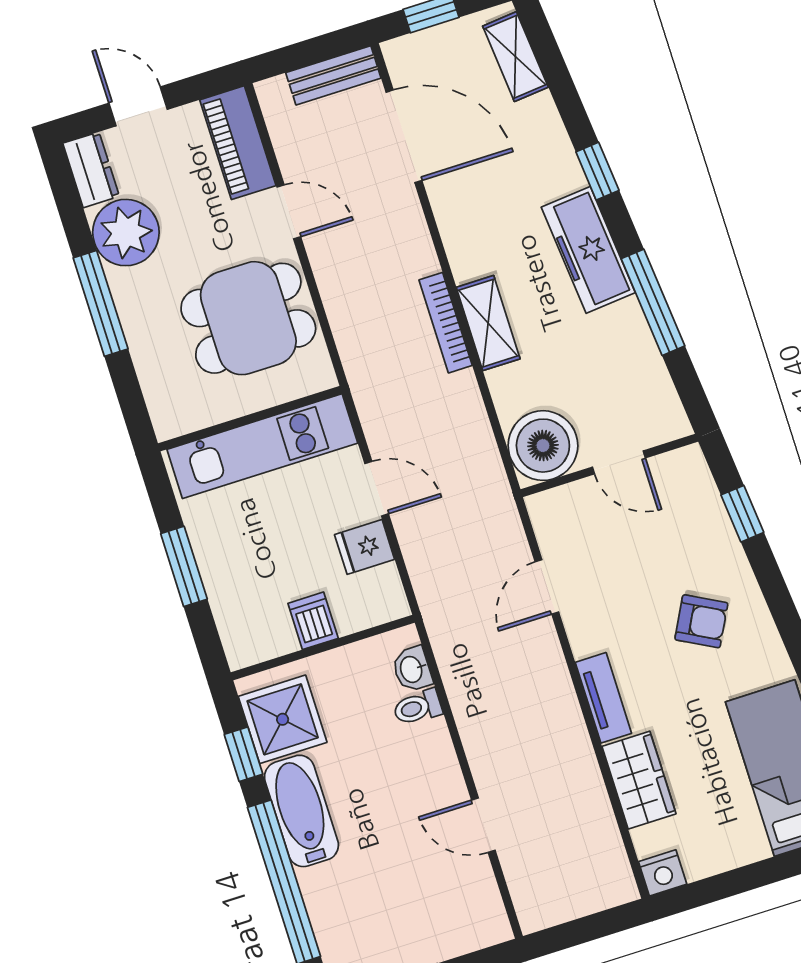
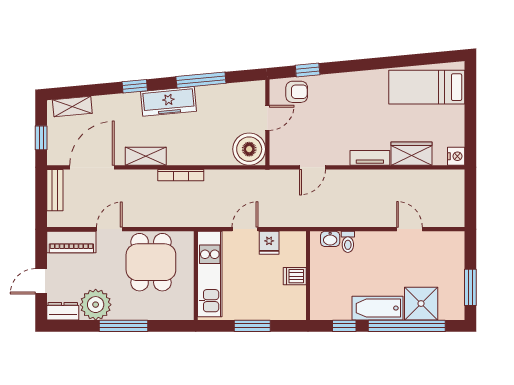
shelving: (488, 323) -> (146, 156), moved
door: (547, 587) -> (313, 167), hinge flipped
armchair: (701, 621) -> (297, 92), moved, turned 62
shower: (283, 719) -> (421, 304), moved
door: (483, 825) -> (410, 229), swing flipped

